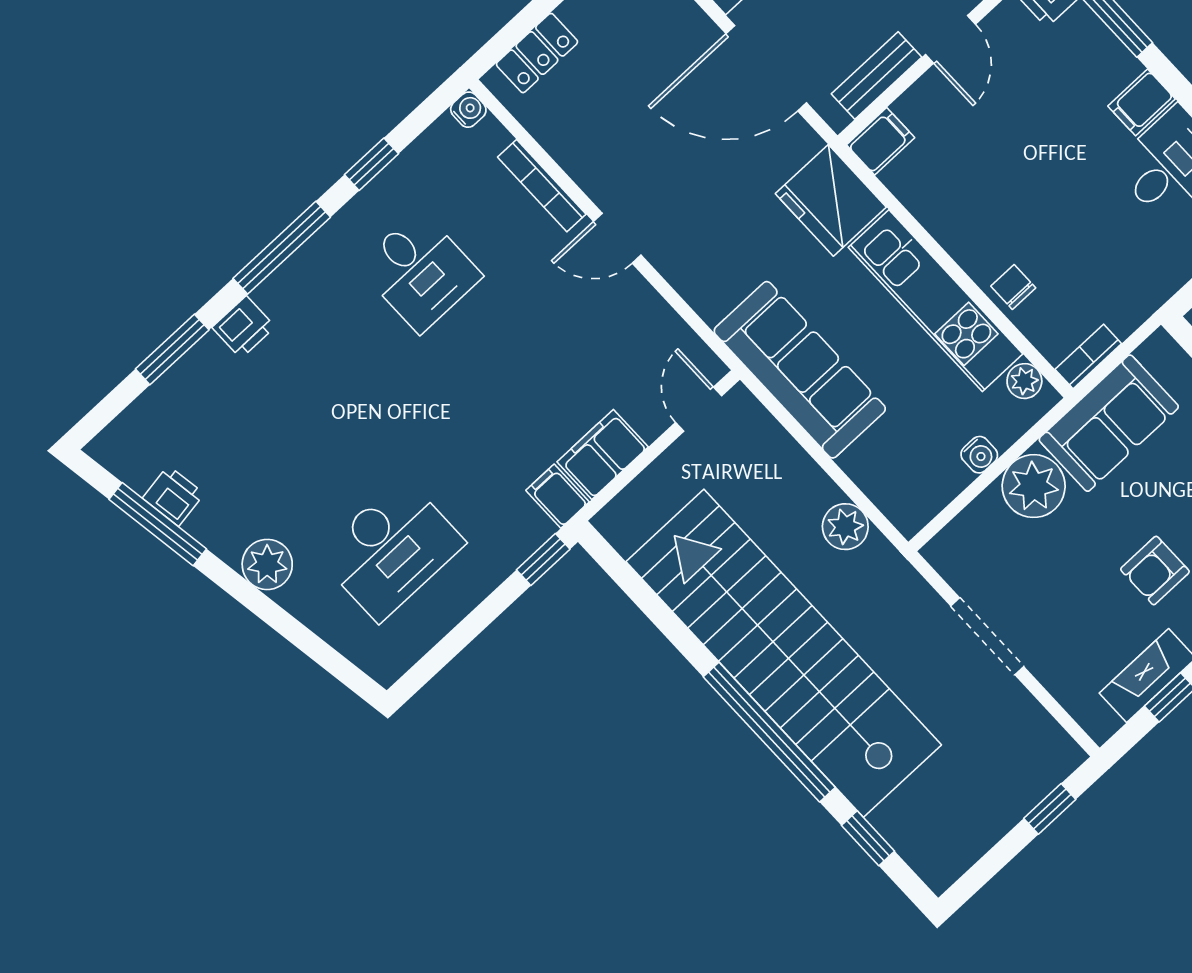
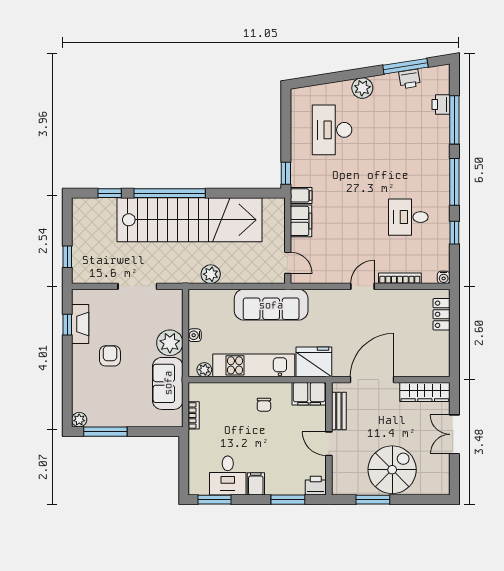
filing cabinet: (881, 141) -> (309, 394), width x2.00
chair: (1013, 287) -> (264, 405), moved, turned 90
printer: (244, 327) -> (441, 104), moved
window: (172, 349) -> (454, 120), width x1.44
bookcase: (1088, 356) -> (194, 415), moved

